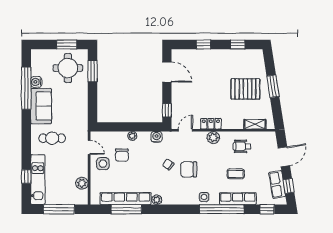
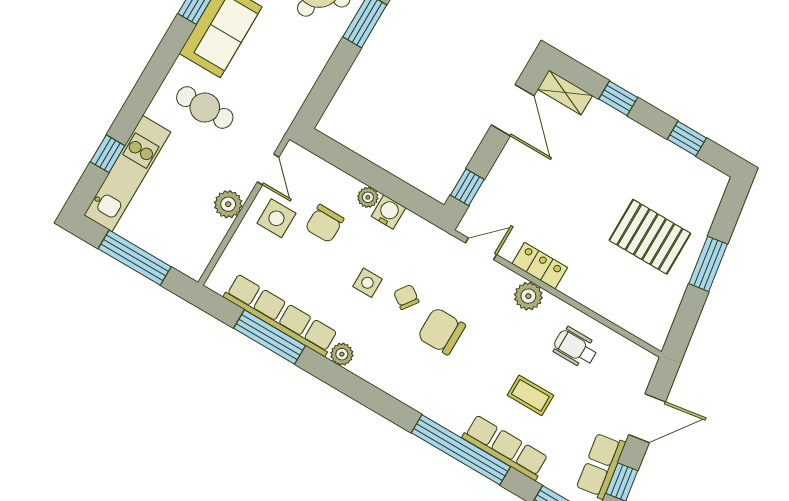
shelving: (255, 124) -> (565, 92), moved
water cooler: (157, 137) -> (388, 212), moved
plant: (82, 183) -> (228, 204), moved
side table: (204, 197) -> (367, 283), moved

